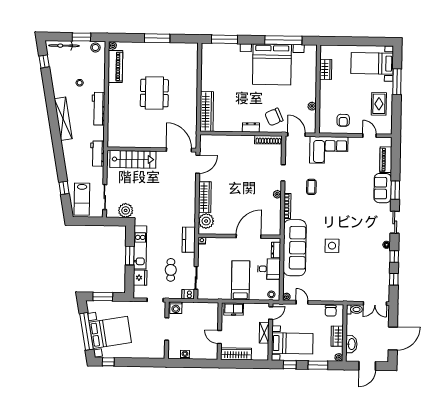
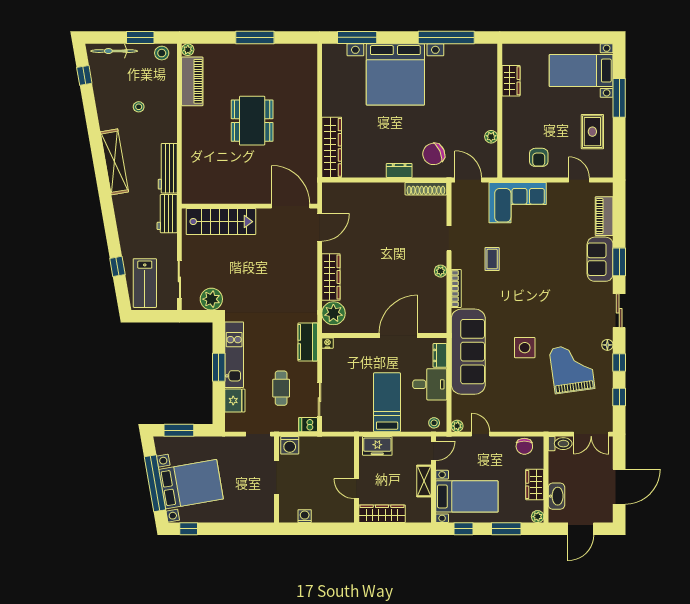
bed with nightstands: (272, 64) -> (395, 74), moved
workbench: (98, 109) -> (168, 168), moved
grand piano: (363, 260) -> (572, 368), added

